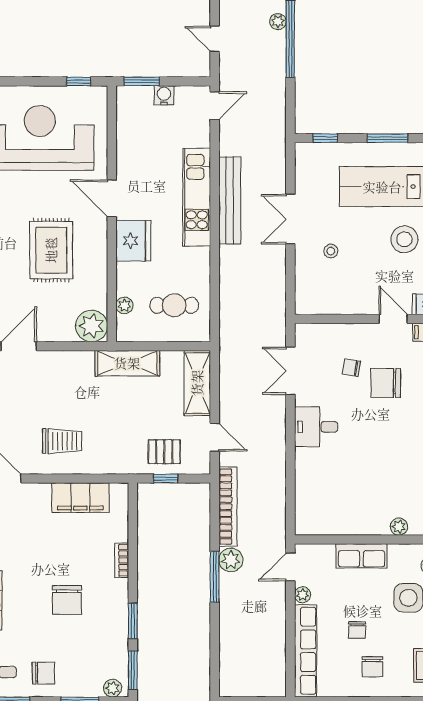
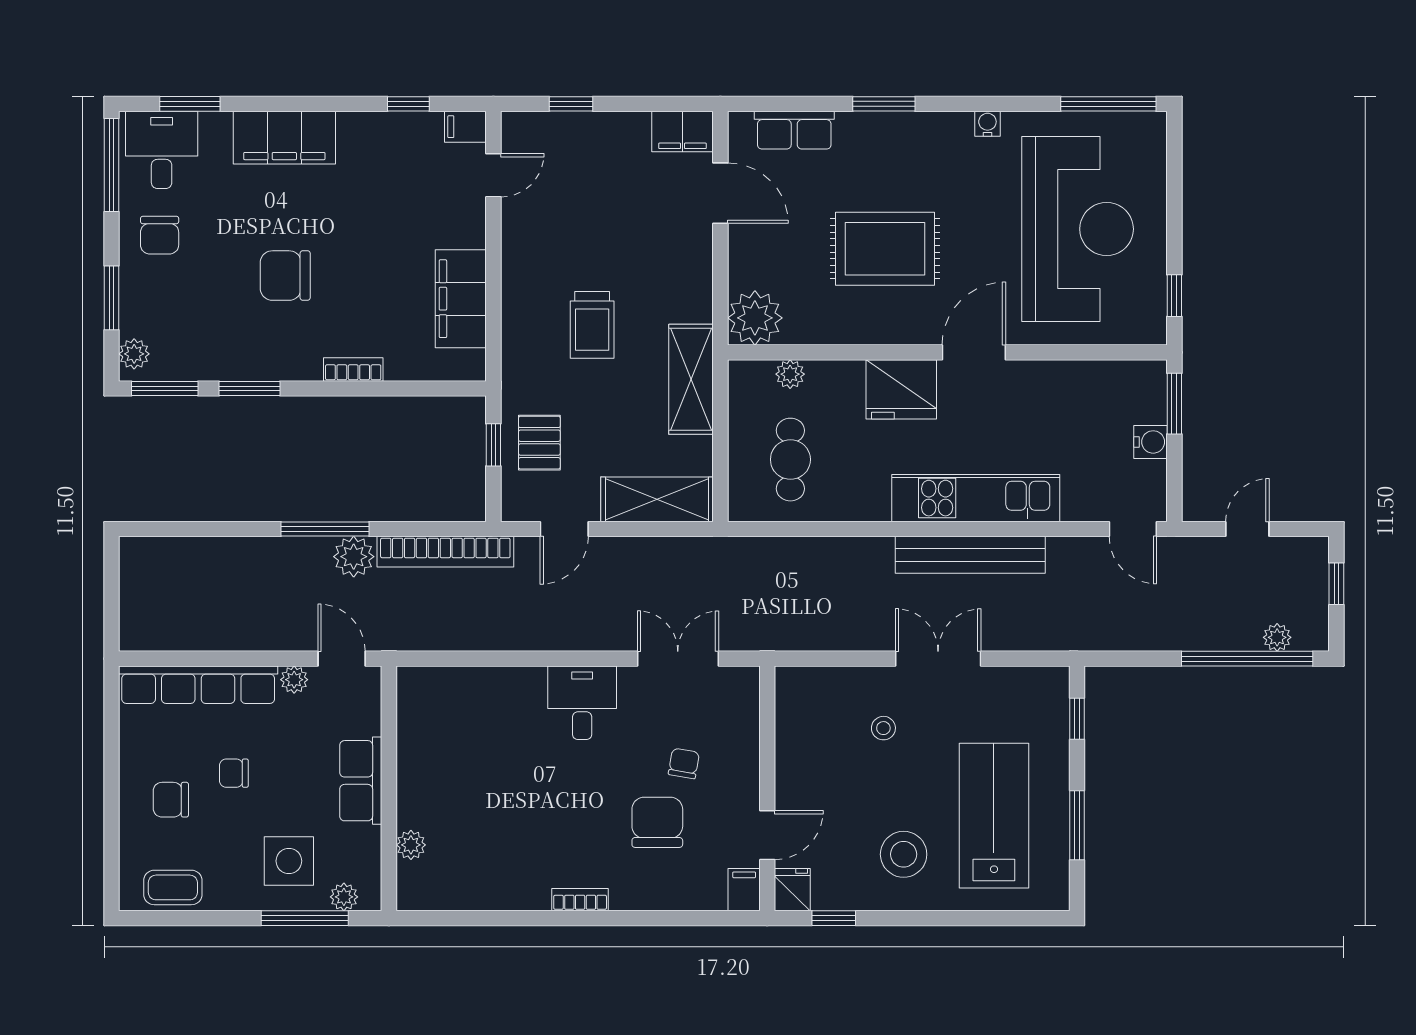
trolley: (62, 441) -> (592, 325), moved

